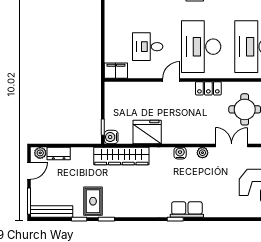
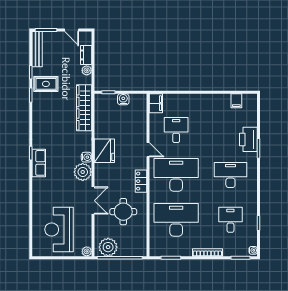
fridge: (147, 132) -> (104, 151), moved
water cooler: (111, 137) -> (123, 99), moved
plant: (40, 153) -> (87, 70), moved
plant: (202, 153) -> (83, 172), width x1.87, depth x1.87

